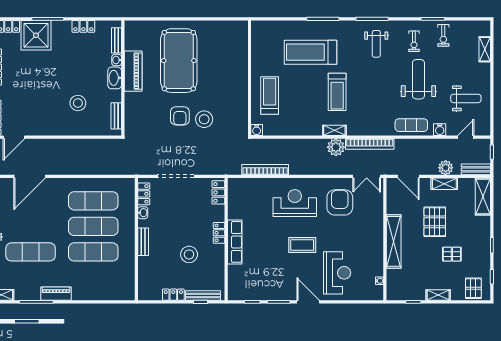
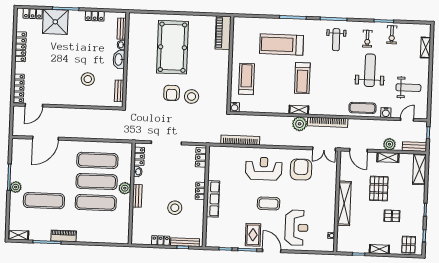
piano: (133, 71) -> (223, 33), moved, turned 180
plant: (128, 233) -> (125, 188), added
rug: (285, 284) -> (253, 235), added

